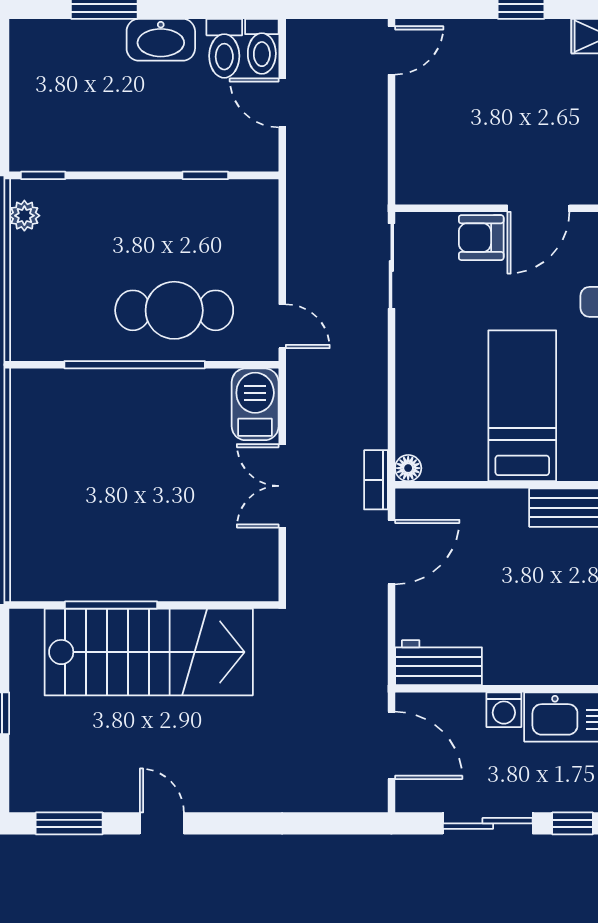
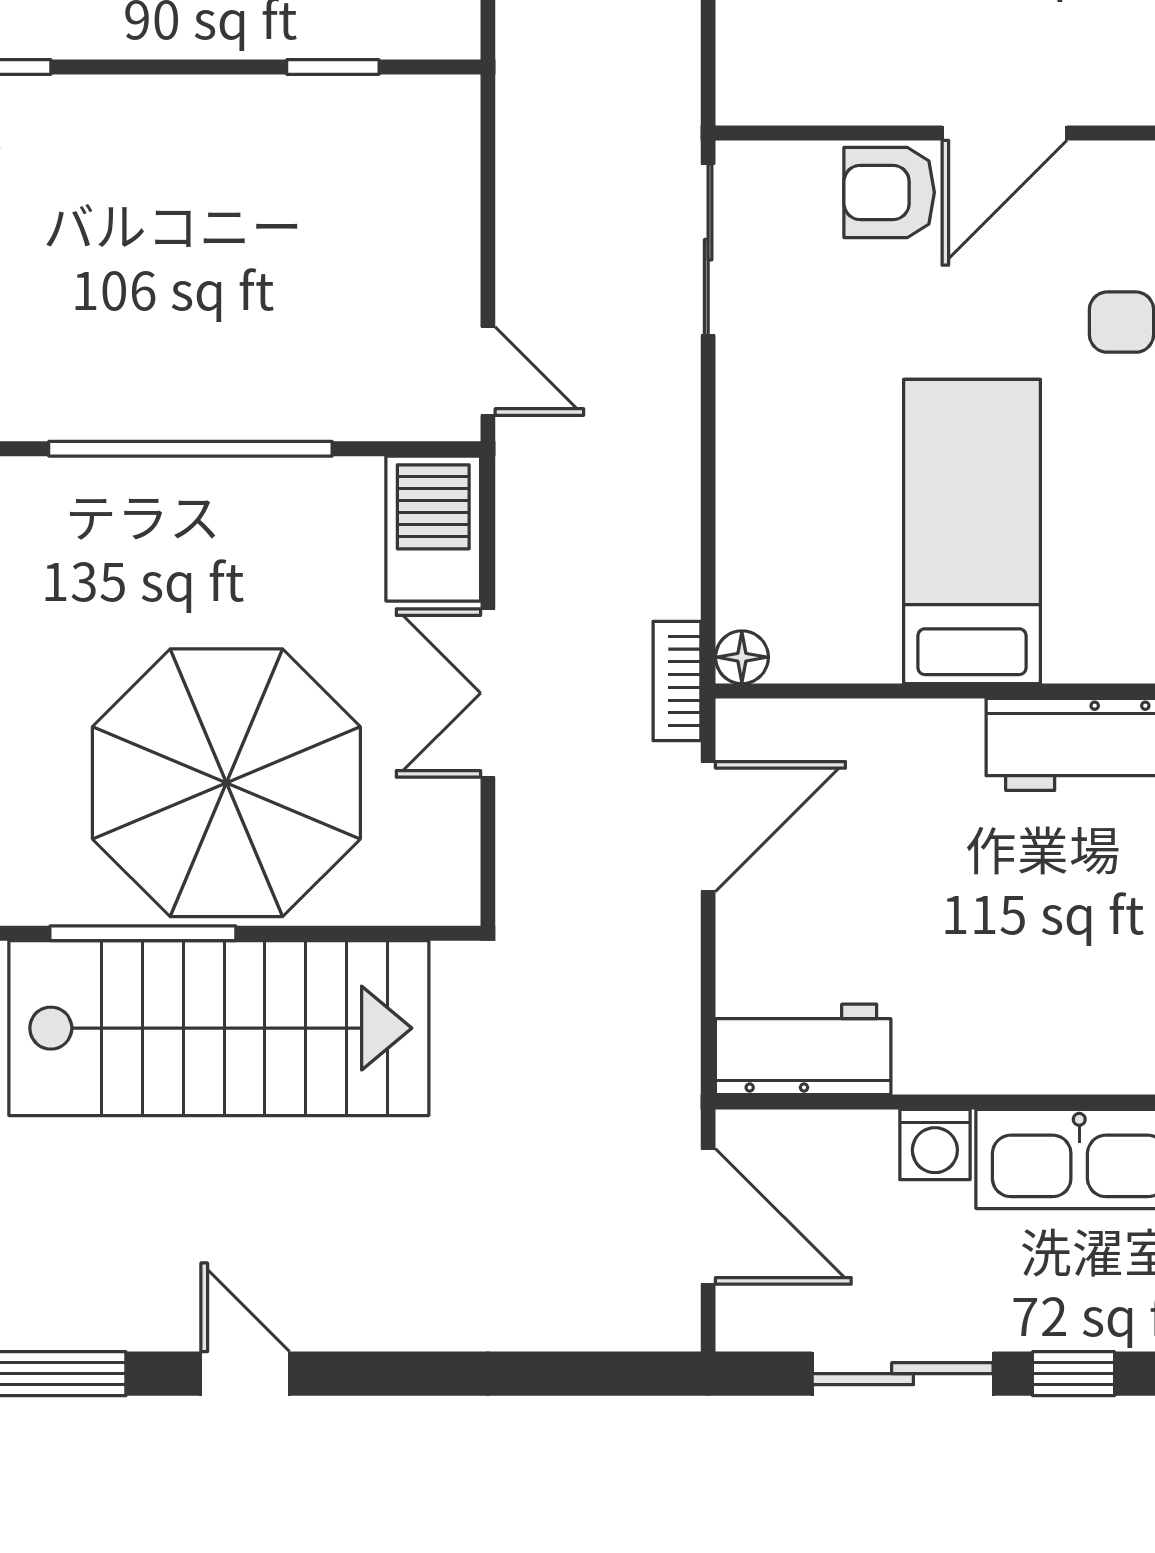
cafe table: (174, 310) -> (270, 339), removed
parasol: (152, 530) -> (226, 783), added

